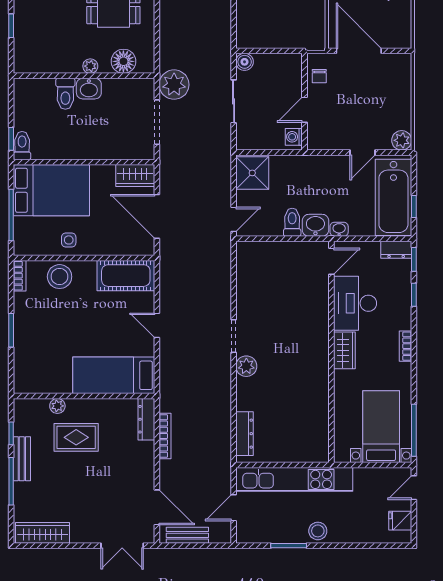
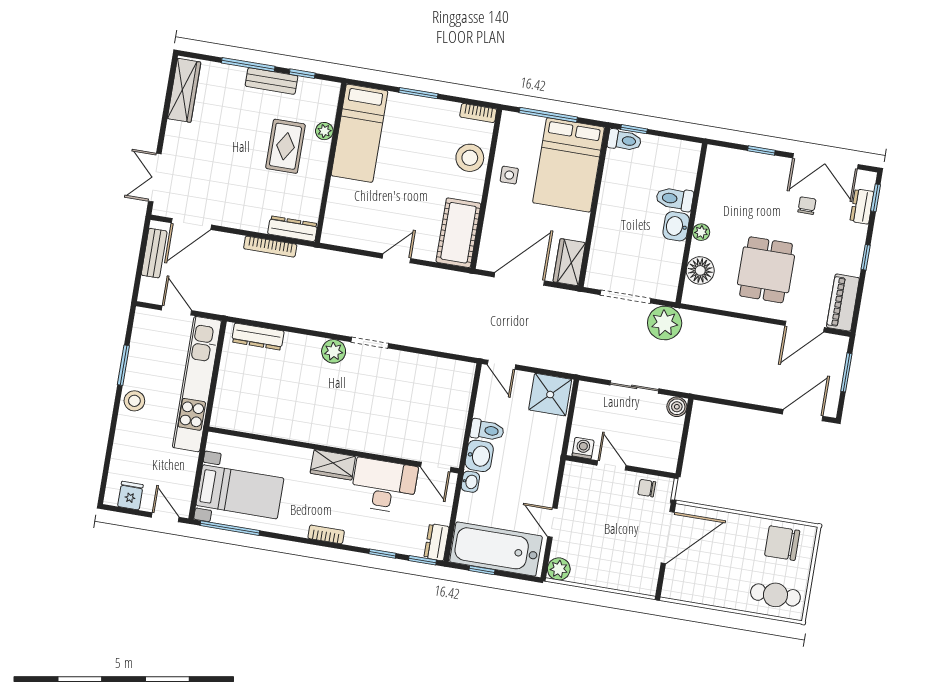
bed: (114, 375) -> (359, 133), moved, turned 180

